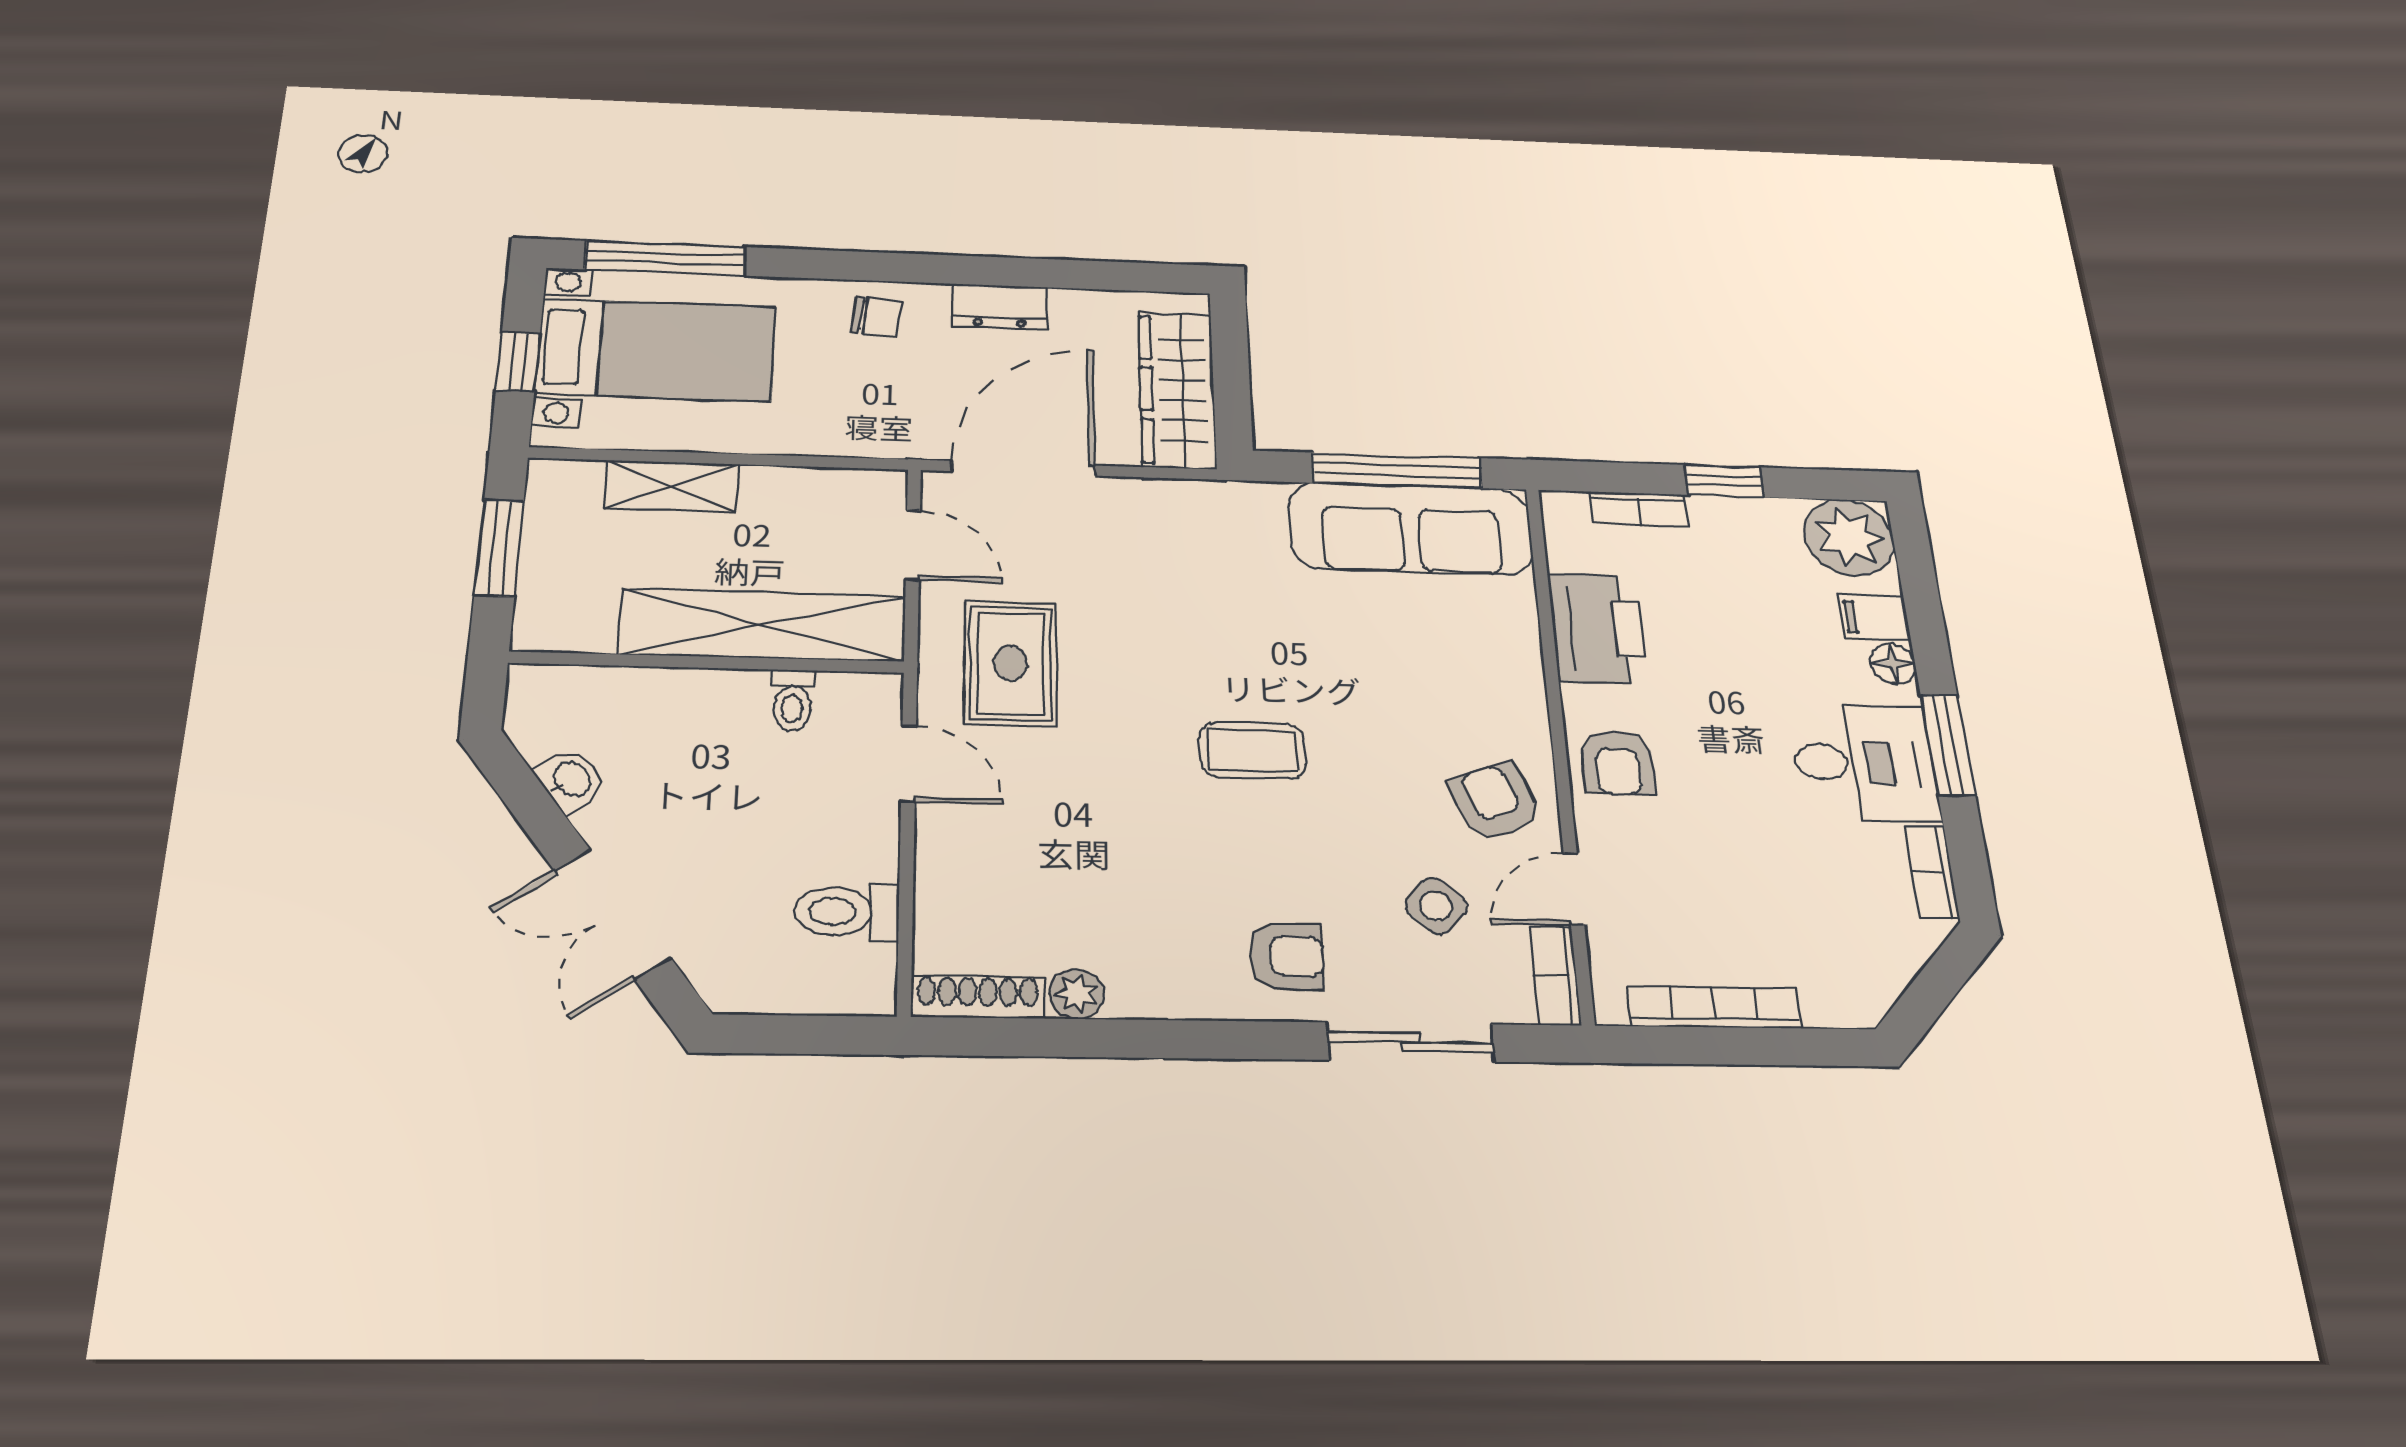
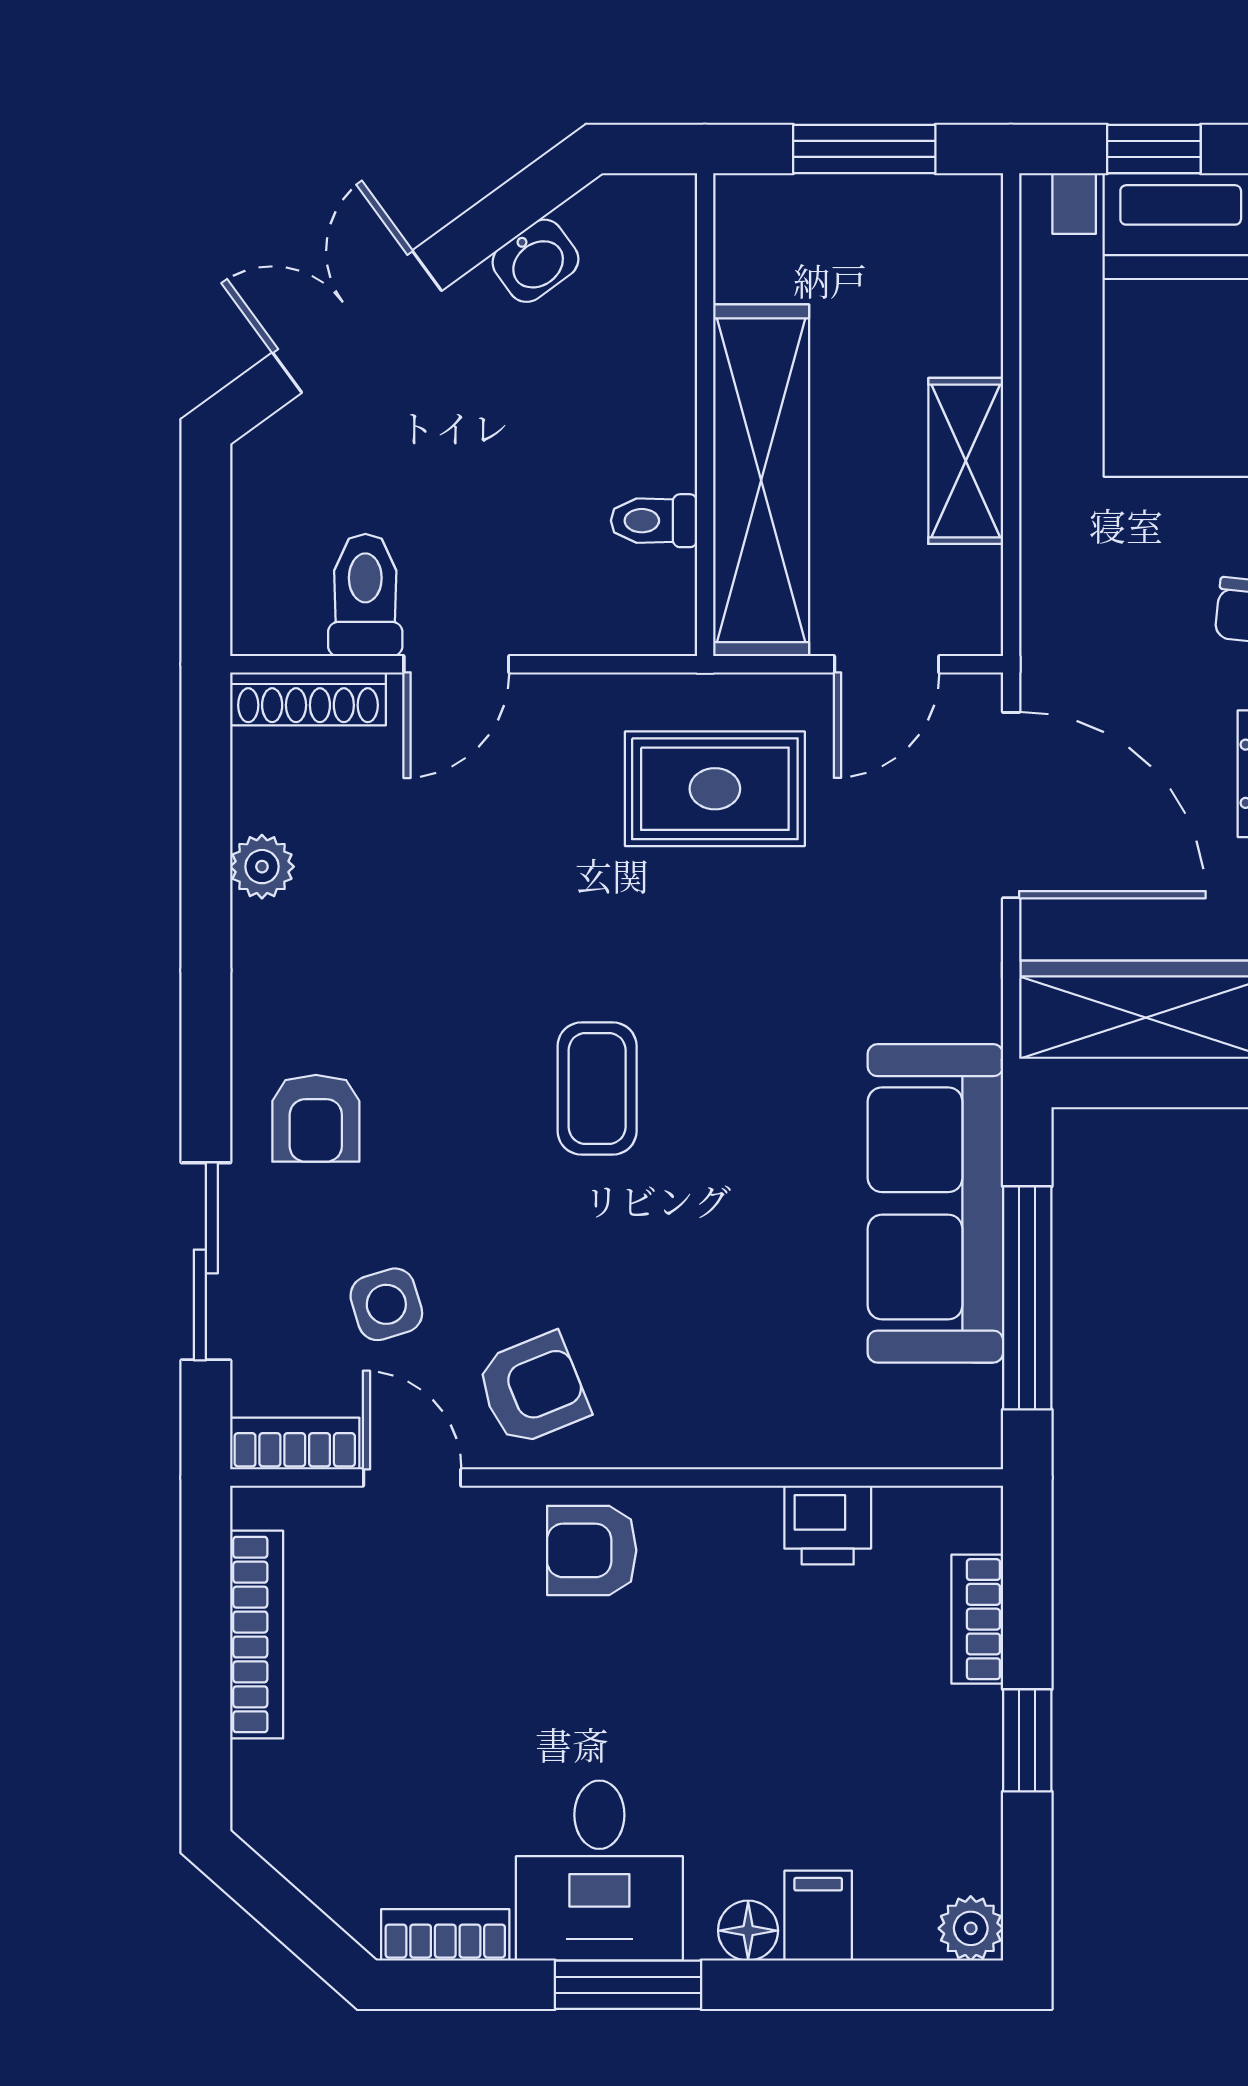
shelving: (672, 486) -> (966, 461), moved
sofa: (1411, 529) -> (935, 1203), moved
plant: (1849, 538) -> (971, 1928), width x0.53, depth x0.53
printer: (1597, 628) -> (828, 1525), width x0.53, depth x0.68
door: (909, 764) -> (456, 664), moved
side table: (1436, 906) -> (386, 1304), turned 31
shoe rack: (978, 997) -> (308, 699), moved, turned 90

